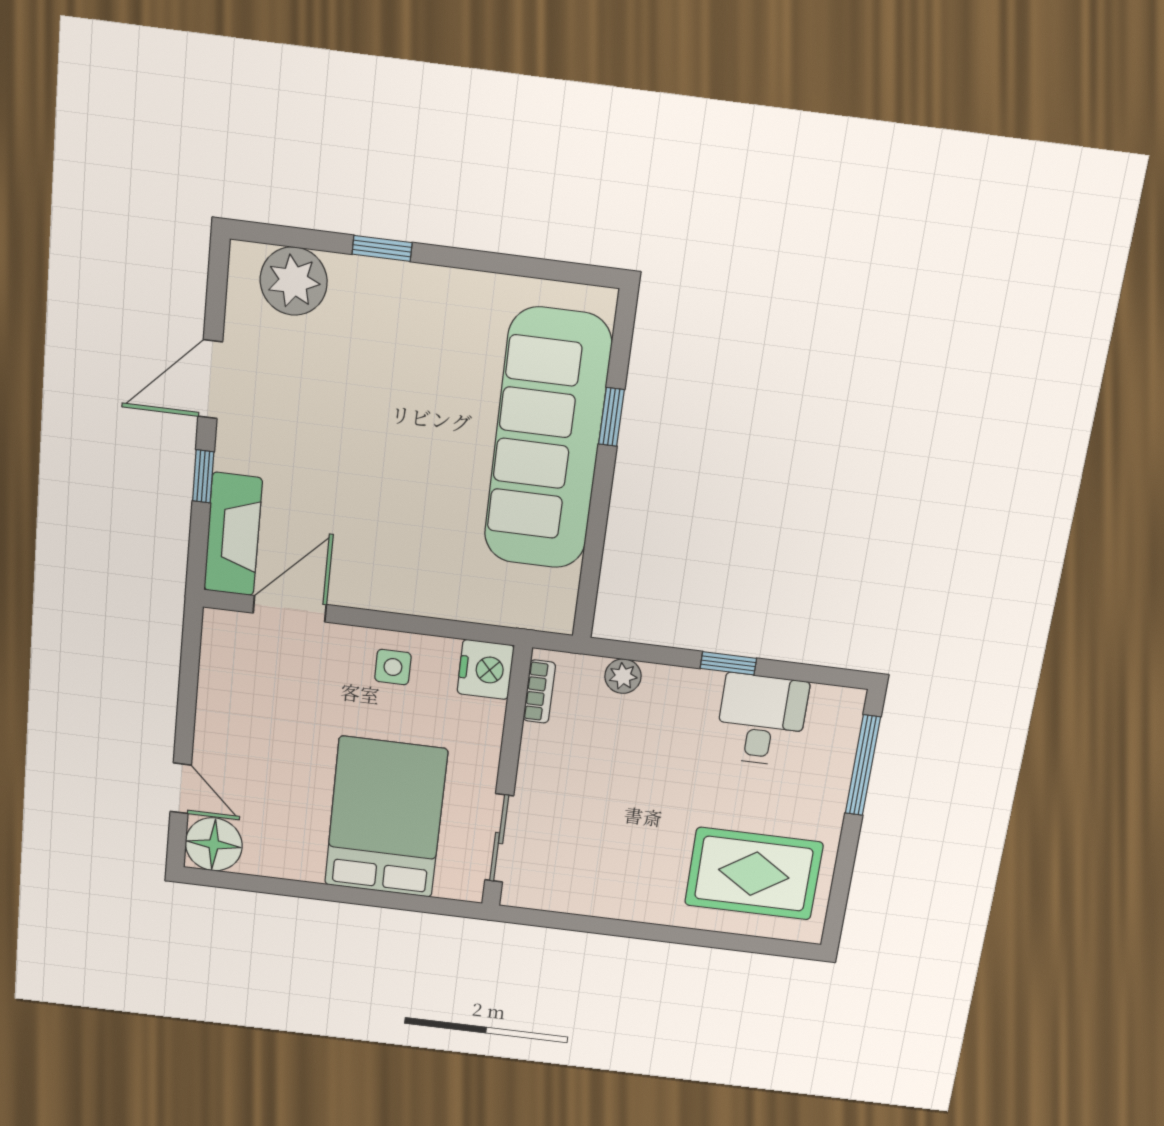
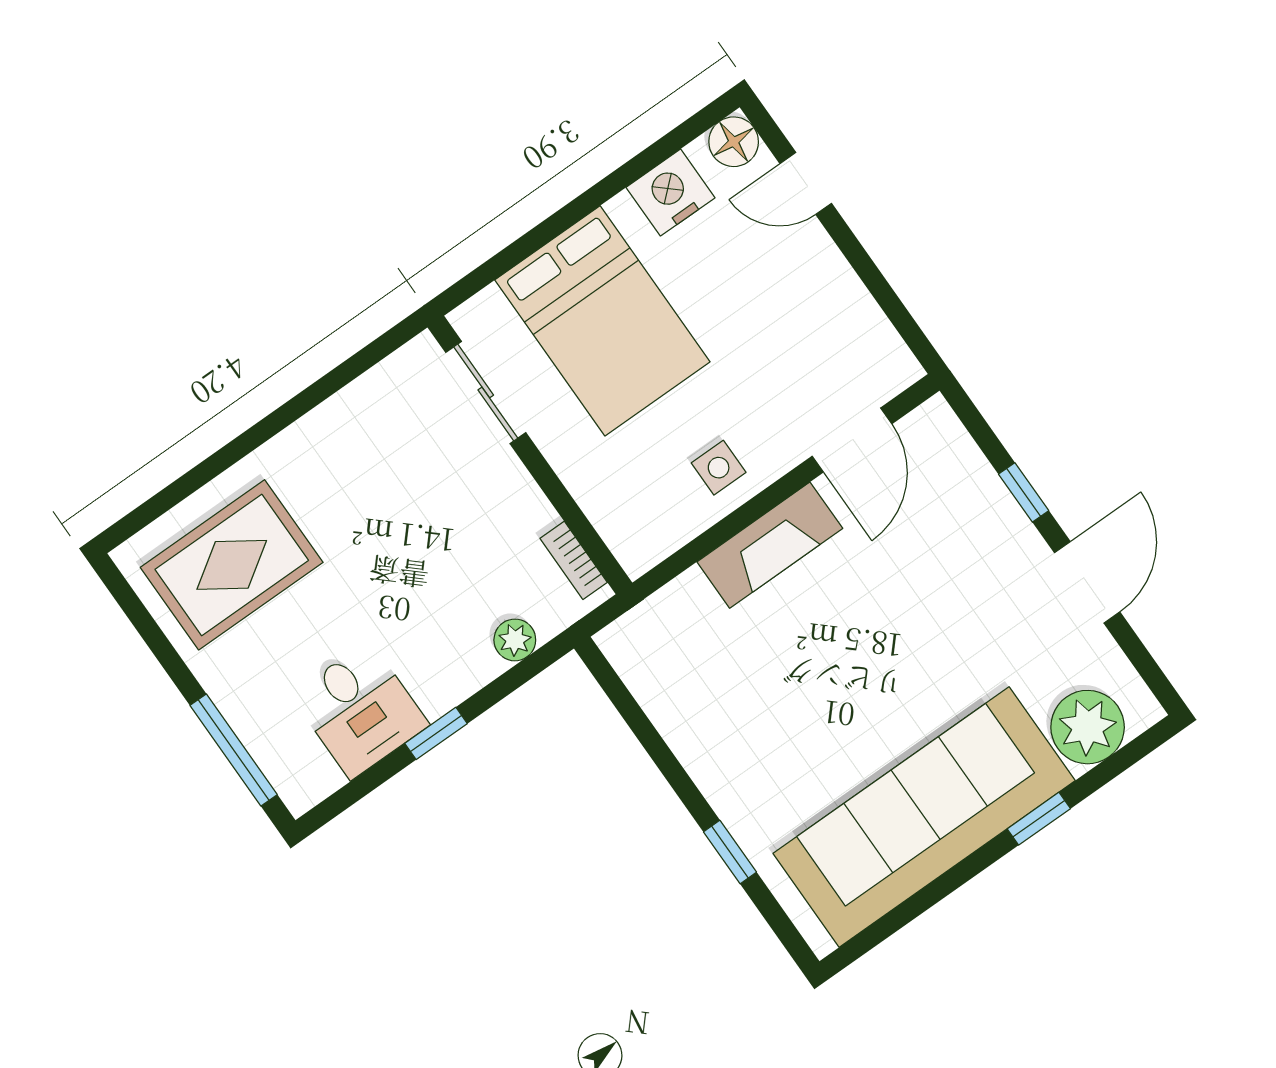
sofa: (547, 439) -> (924, 817), moved, turned -90
fireplace: (233, 534) -> (770, 545), moved, turned -90
nightstand: (486, 669) -> (671, 193), moved, turned 90
floor lamp: (214, 844) -> (734, 142), width x0.73, depth x0.73

